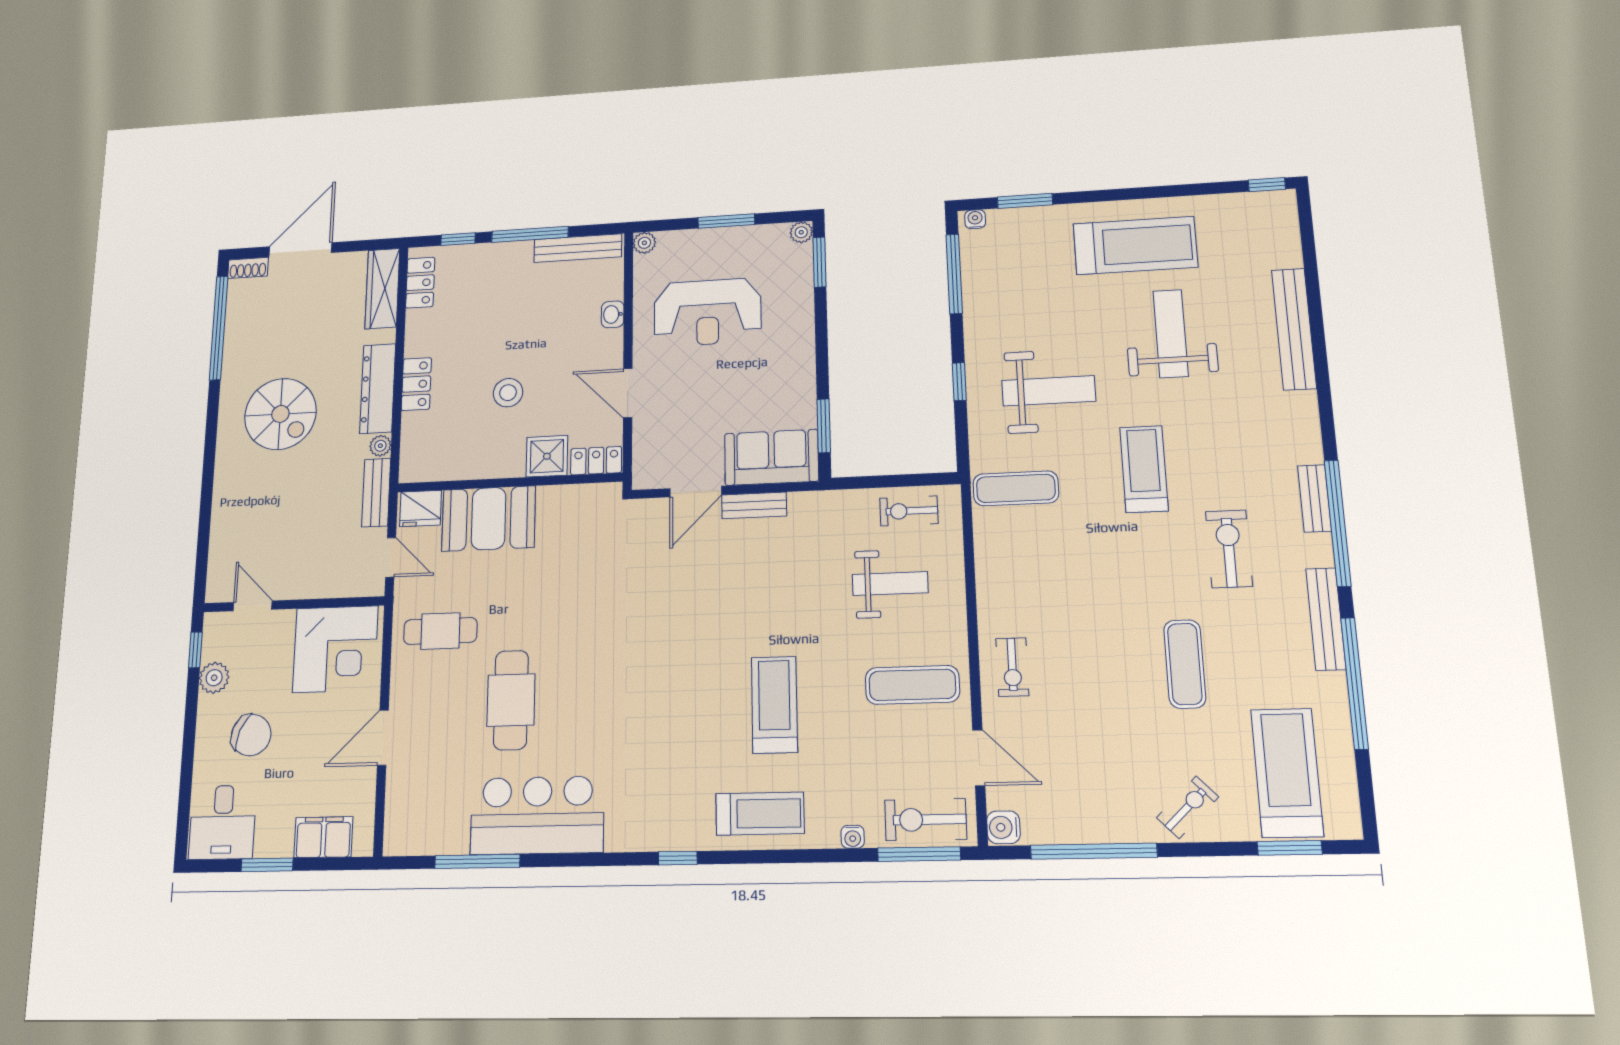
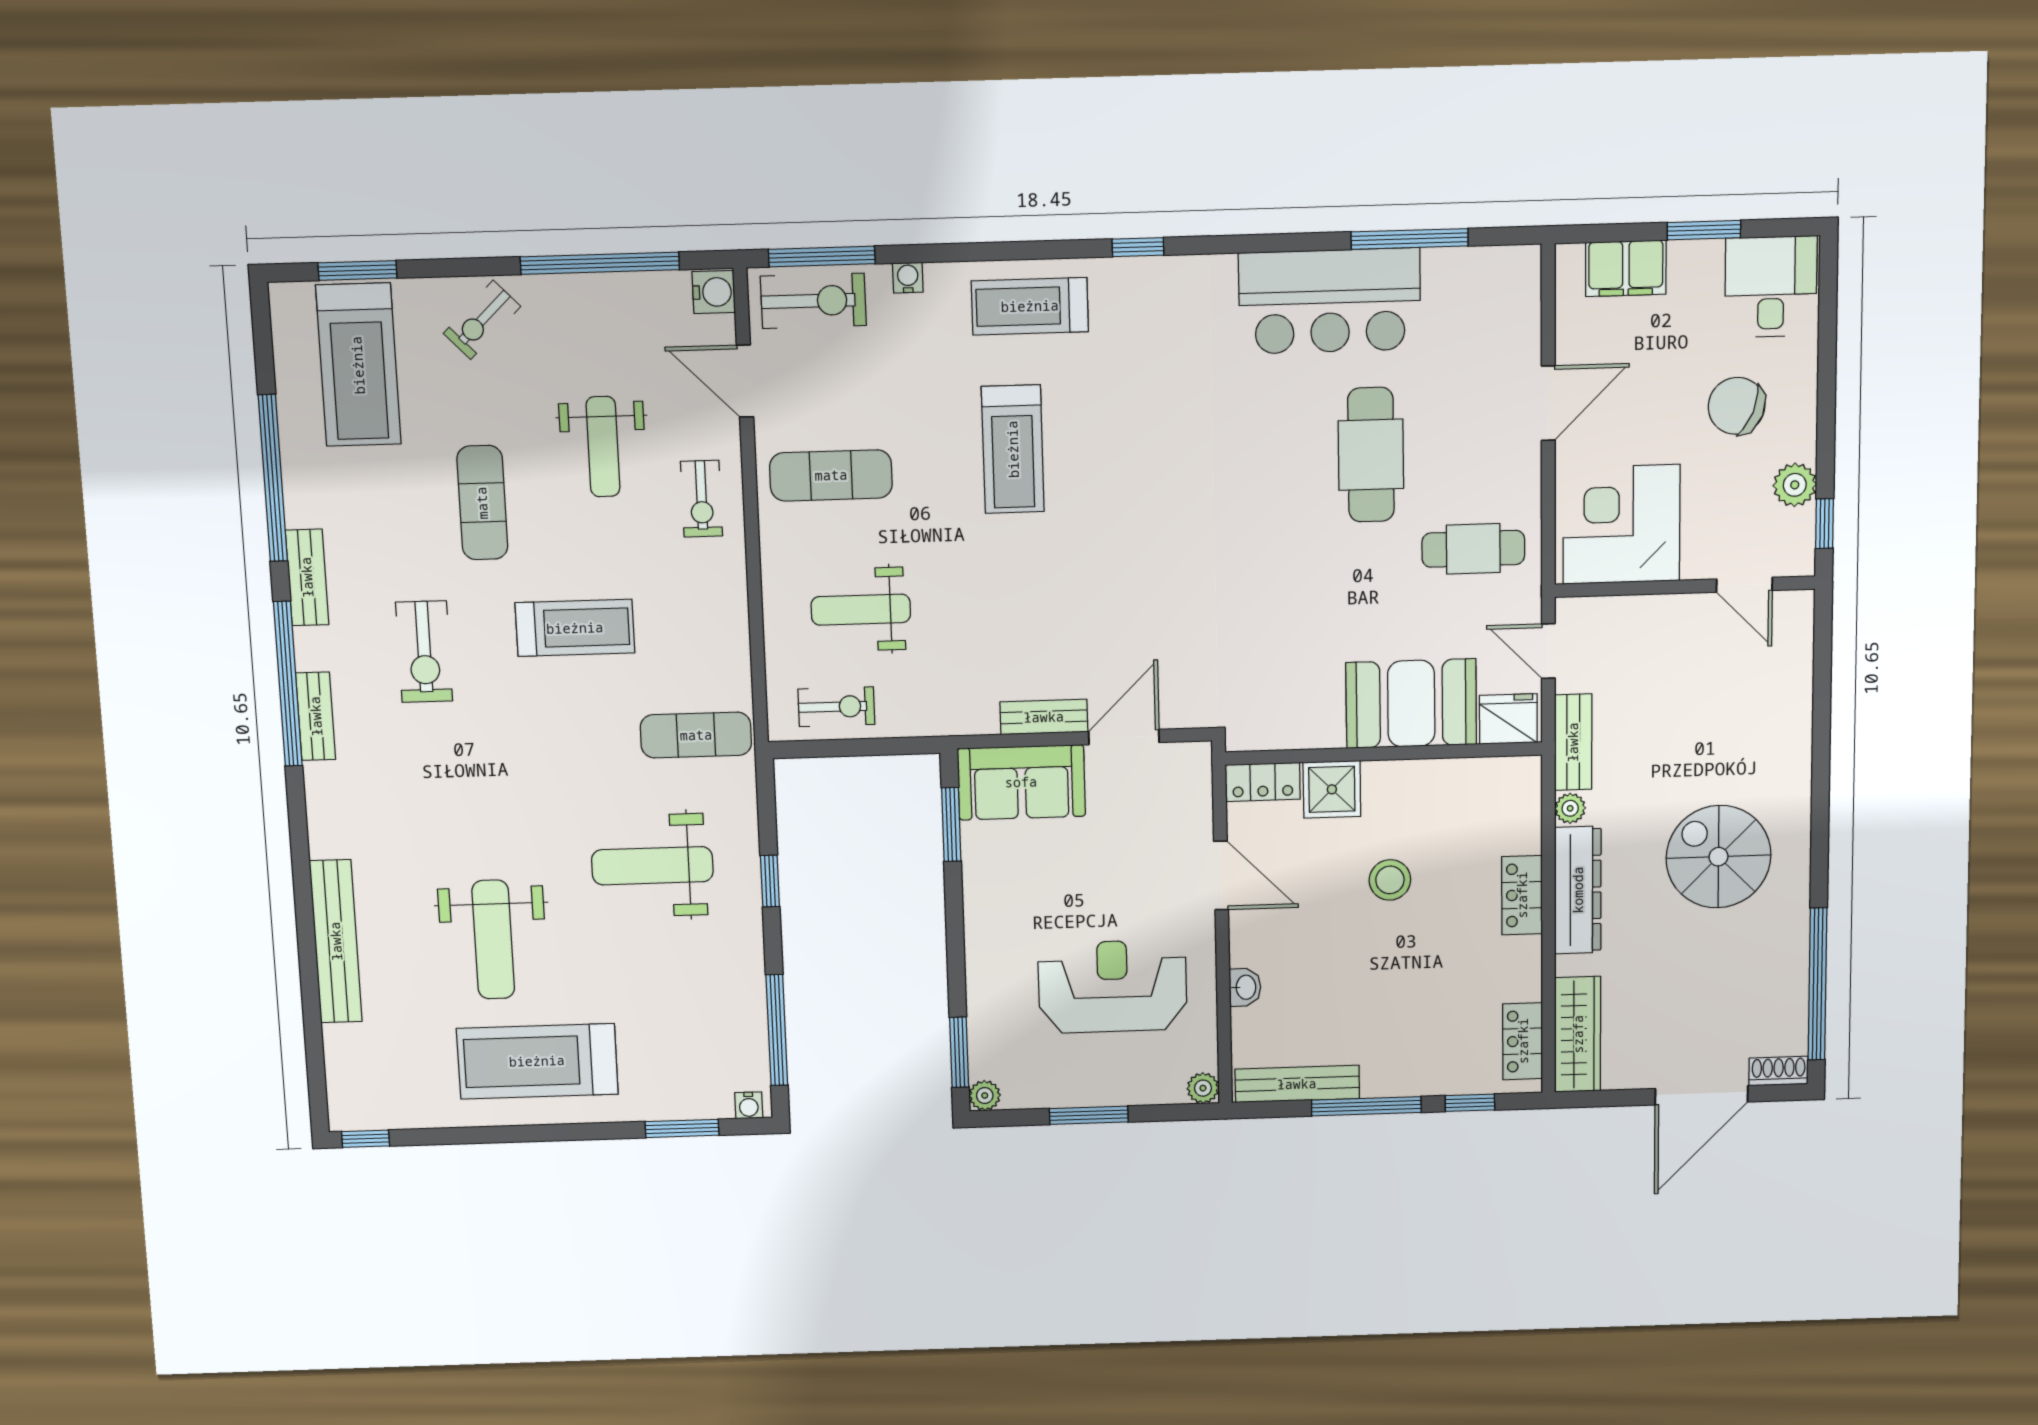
treadmill: (1144, 469) -> (575, 628), moved, turned -90
bench: (1326, 619) -> (307, 577), width x0.73
exercise bike: (1012, 667) -> (701, 499), turned 180
weight bench: (1090, 707) -> (603, 447), added

